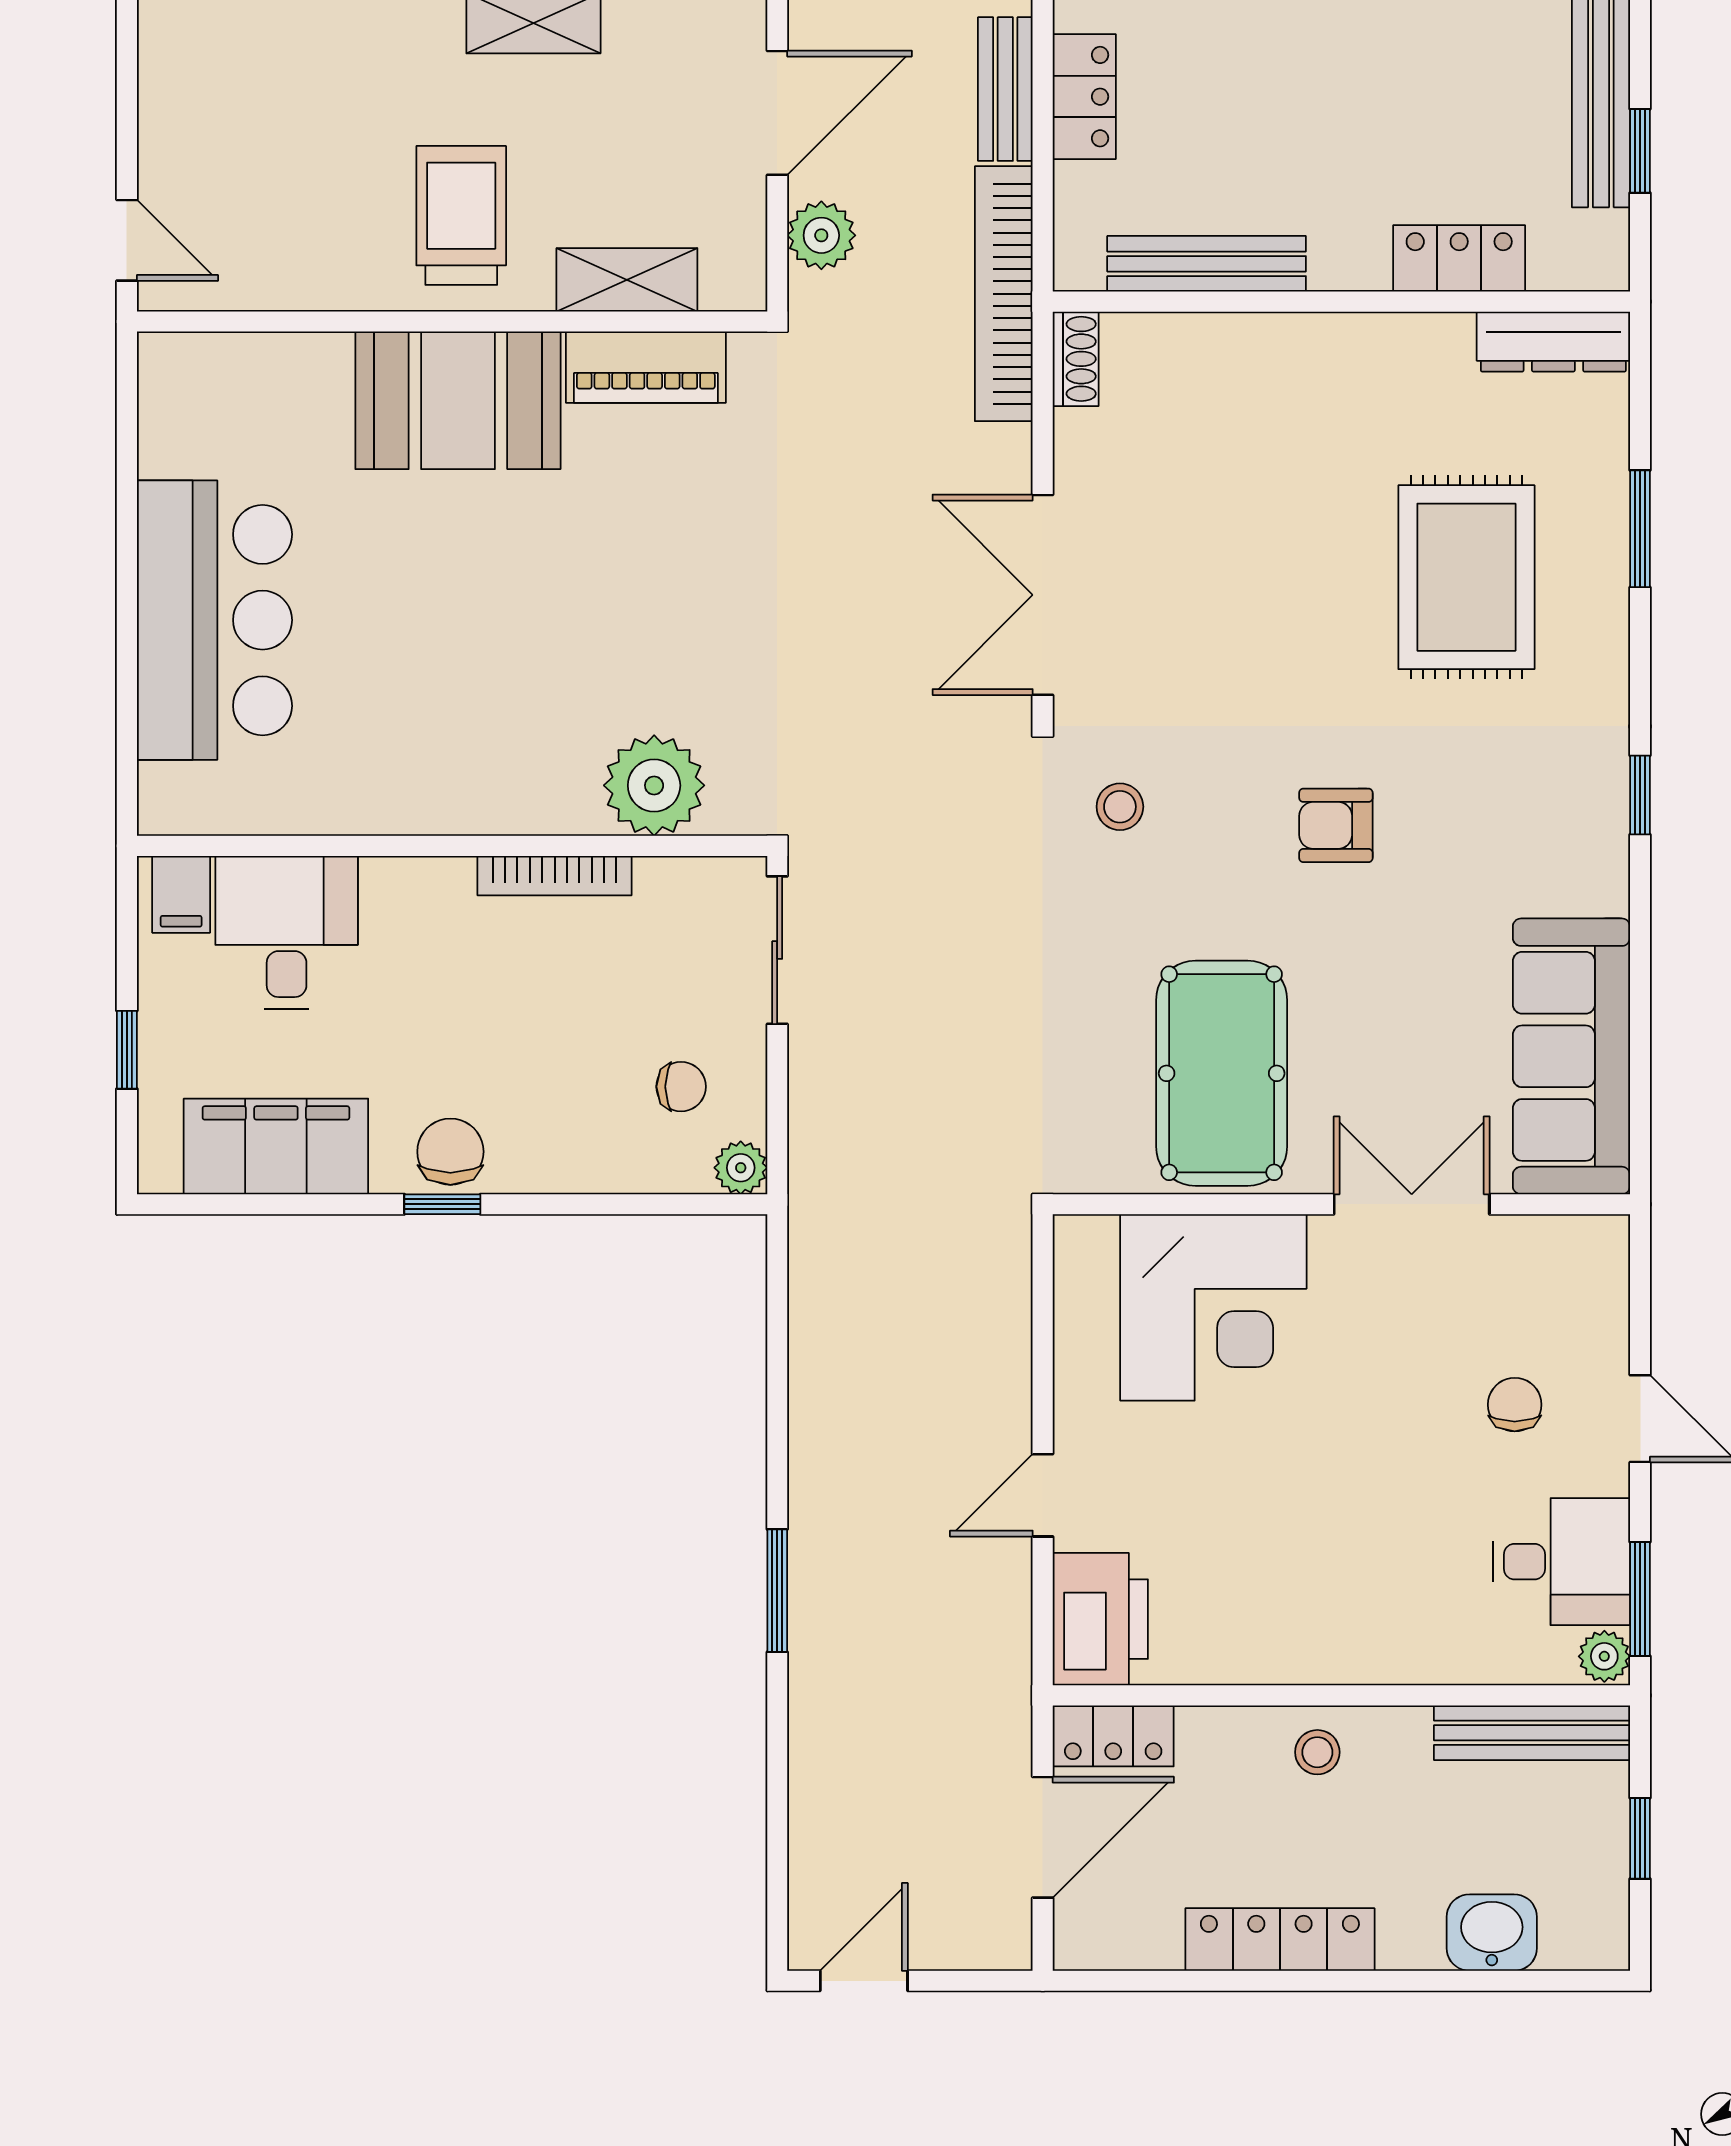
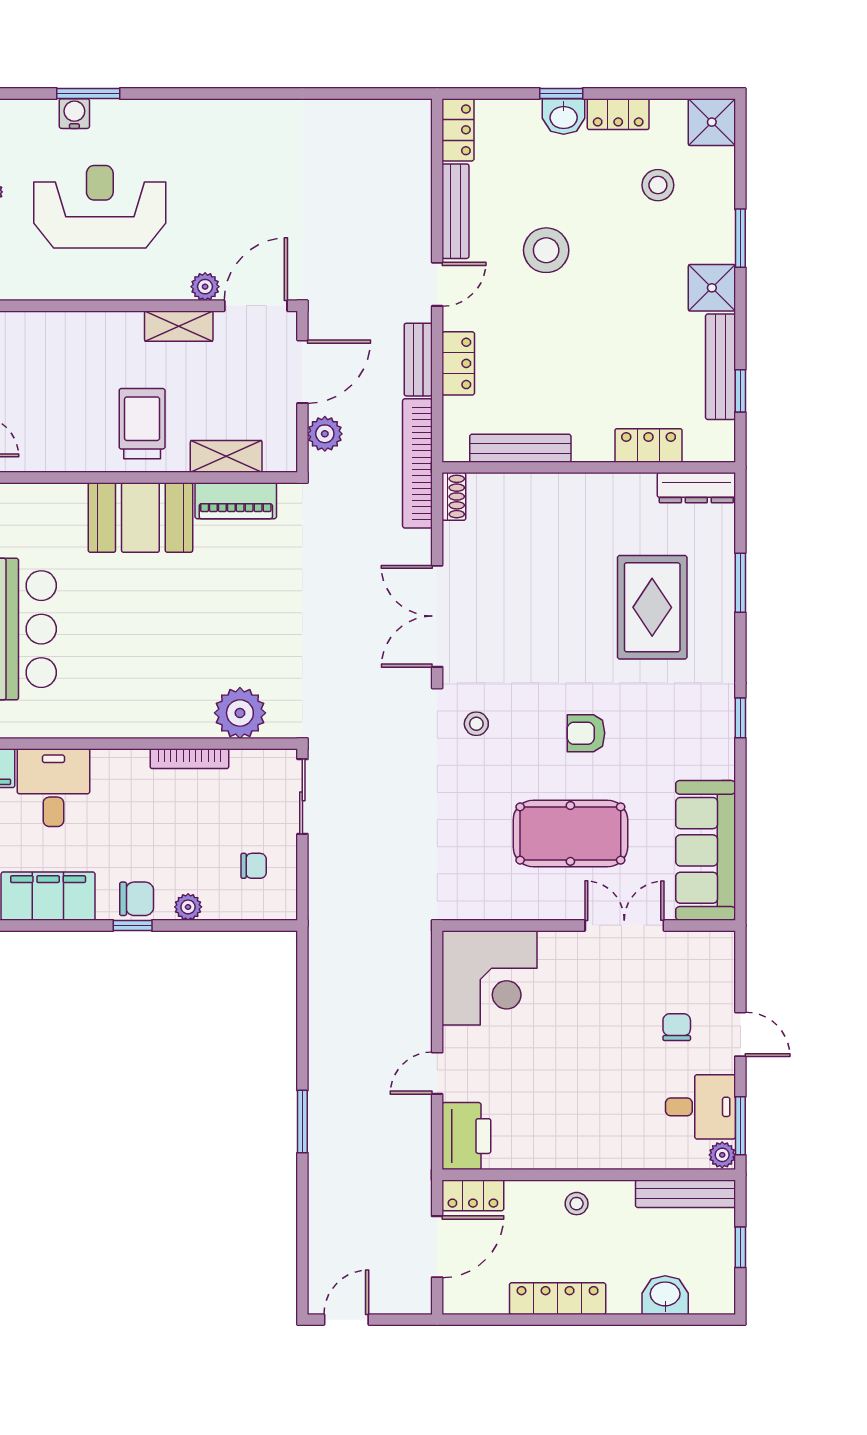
pool table: (1222, 1073) -> (570, 833), moved, turned 90
chair: (450, 1152) -> (137, 899), turned 90
plant: (741, 1168) -> (188, 907), moved
corner desk: (1213, 1307) -> (490, 978), moved

